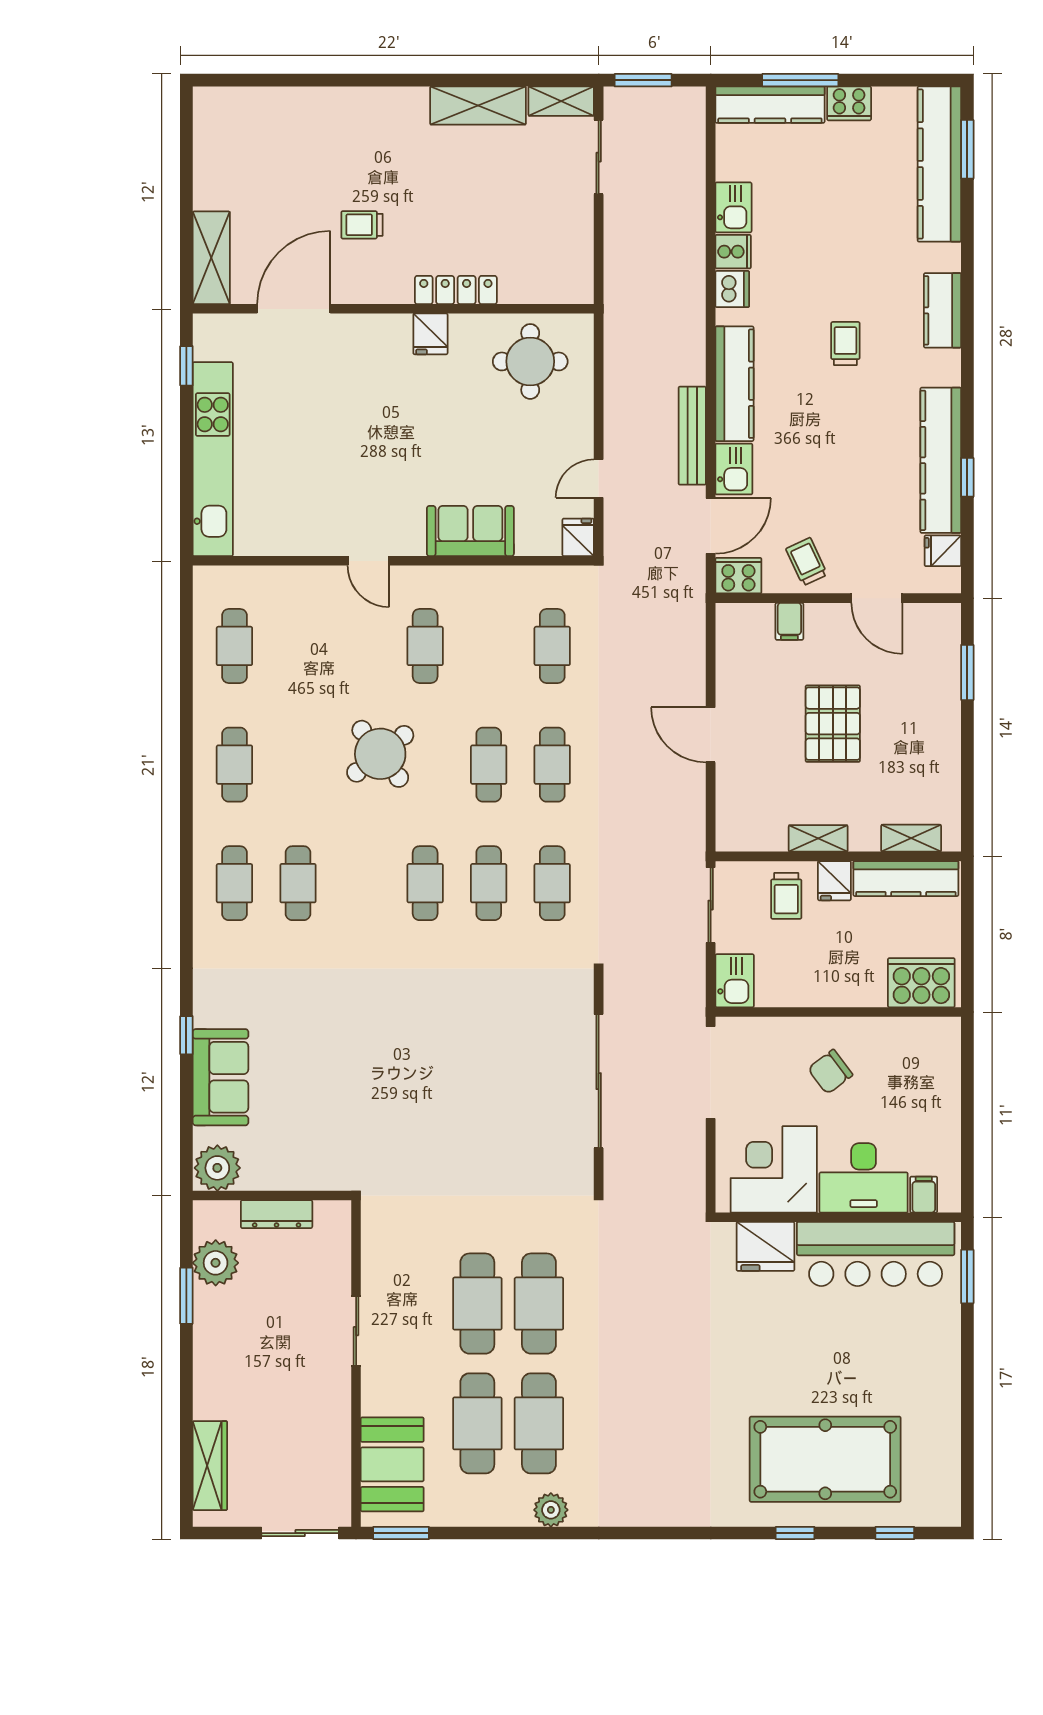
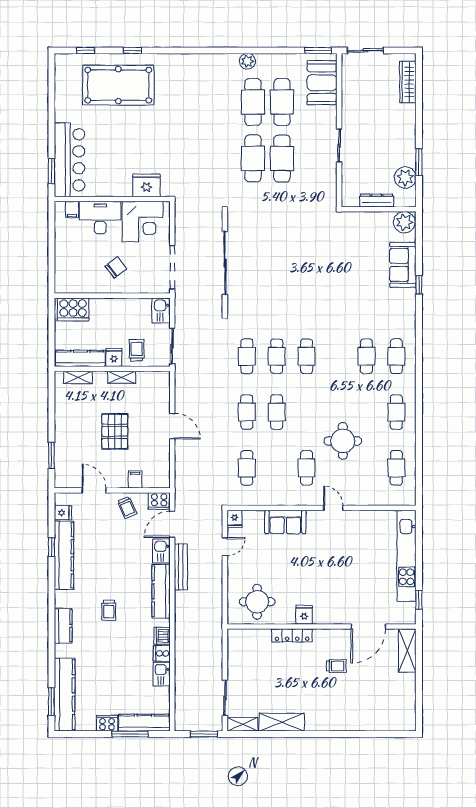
round table: (380, 754) -> (343, 441), moved, turned 38
bar counter: (876, 1254) -> (69, 160), moved, turned 90

